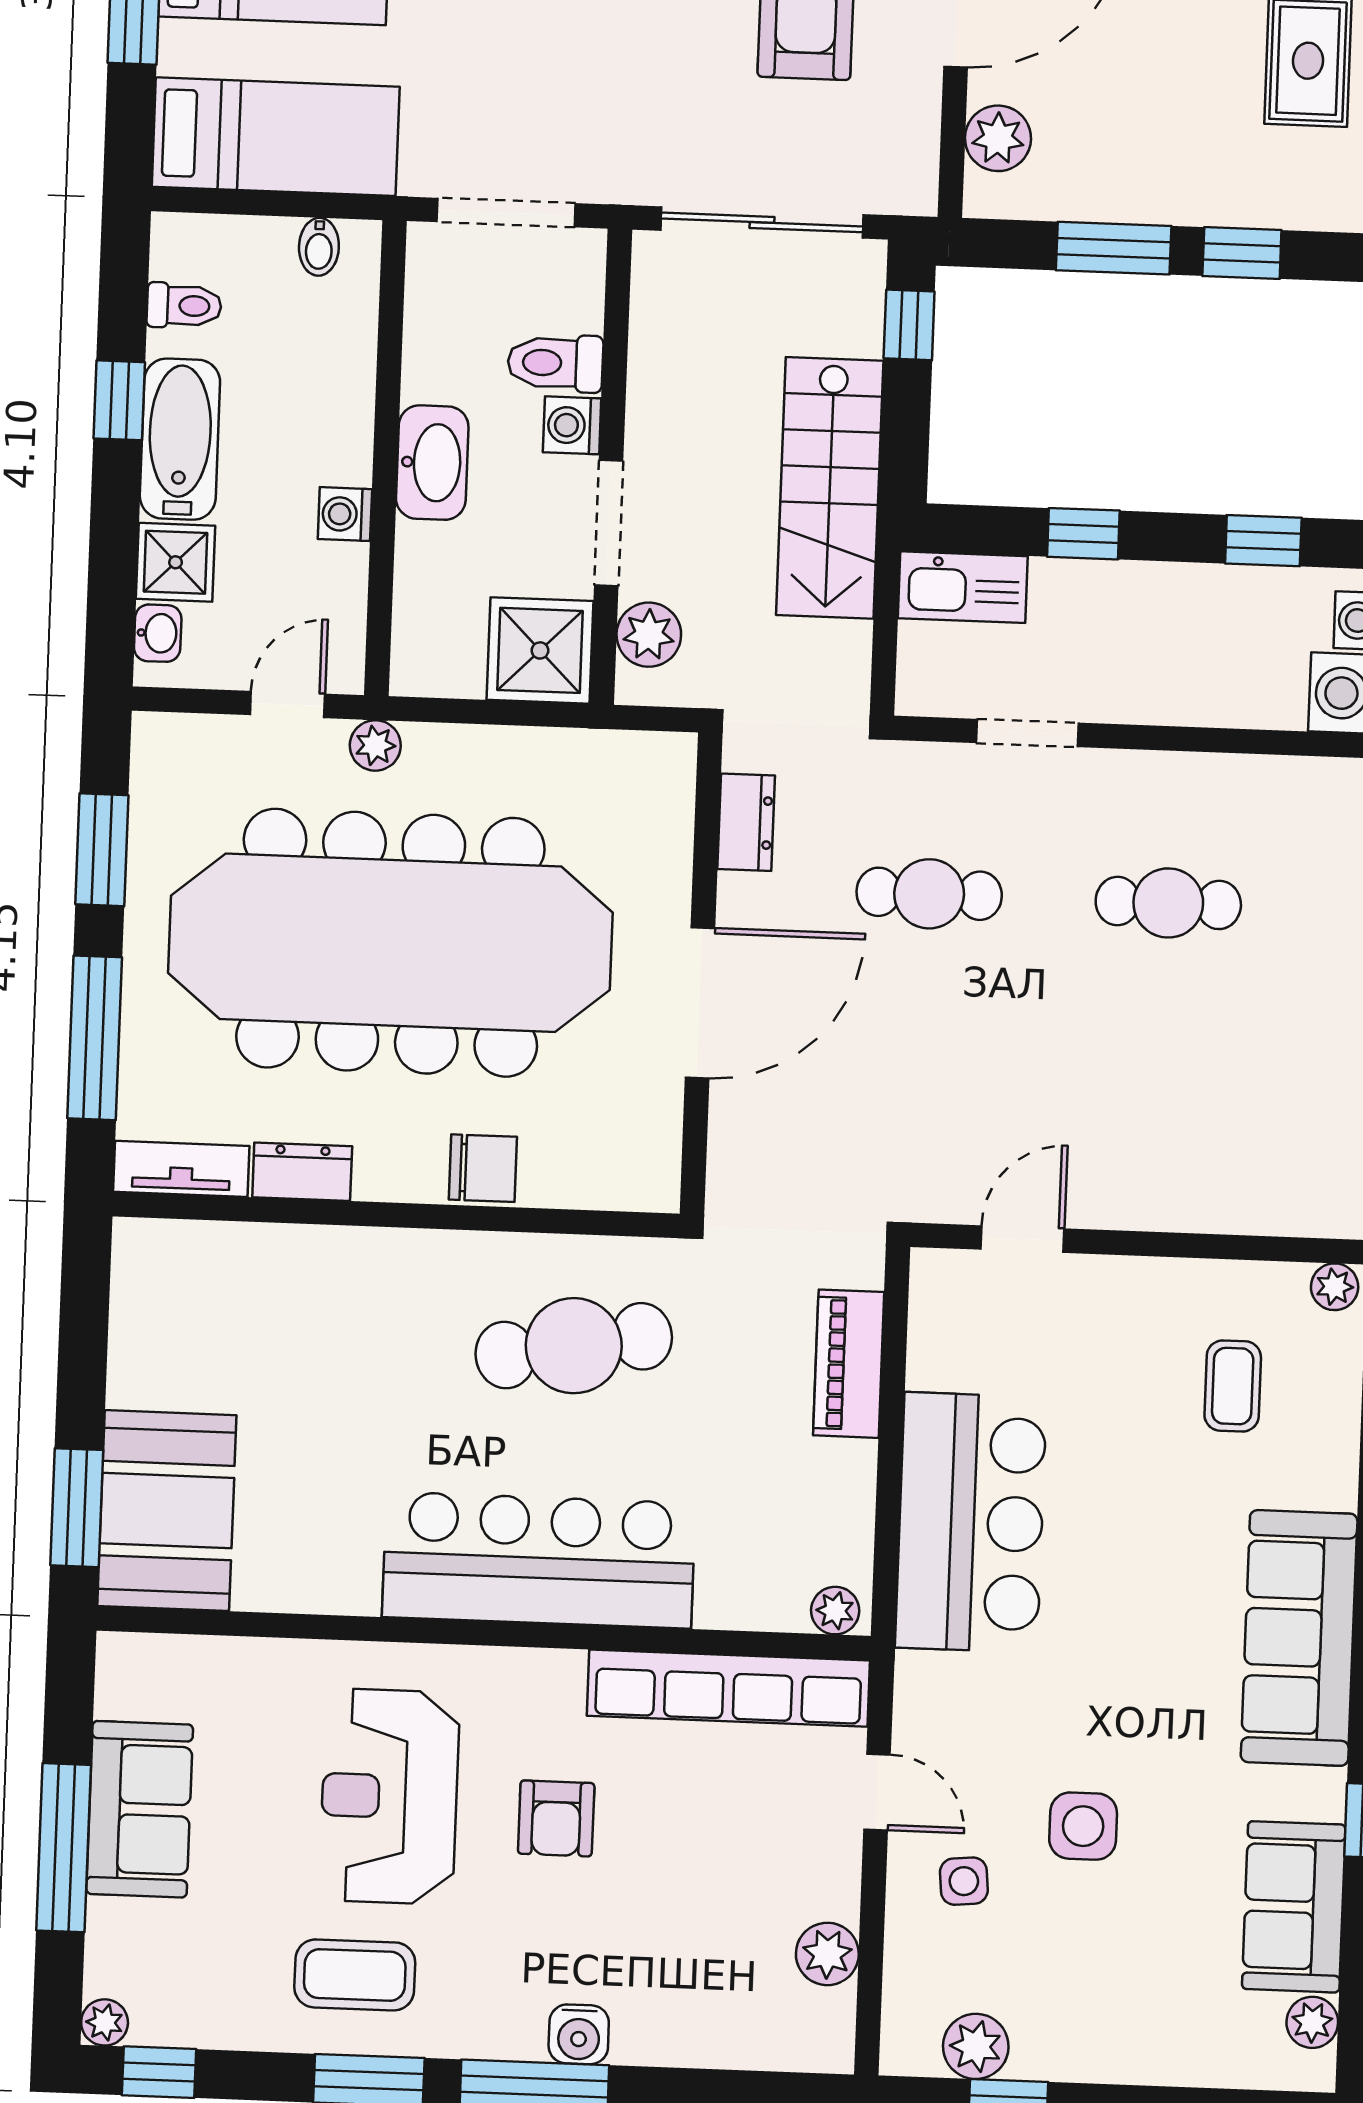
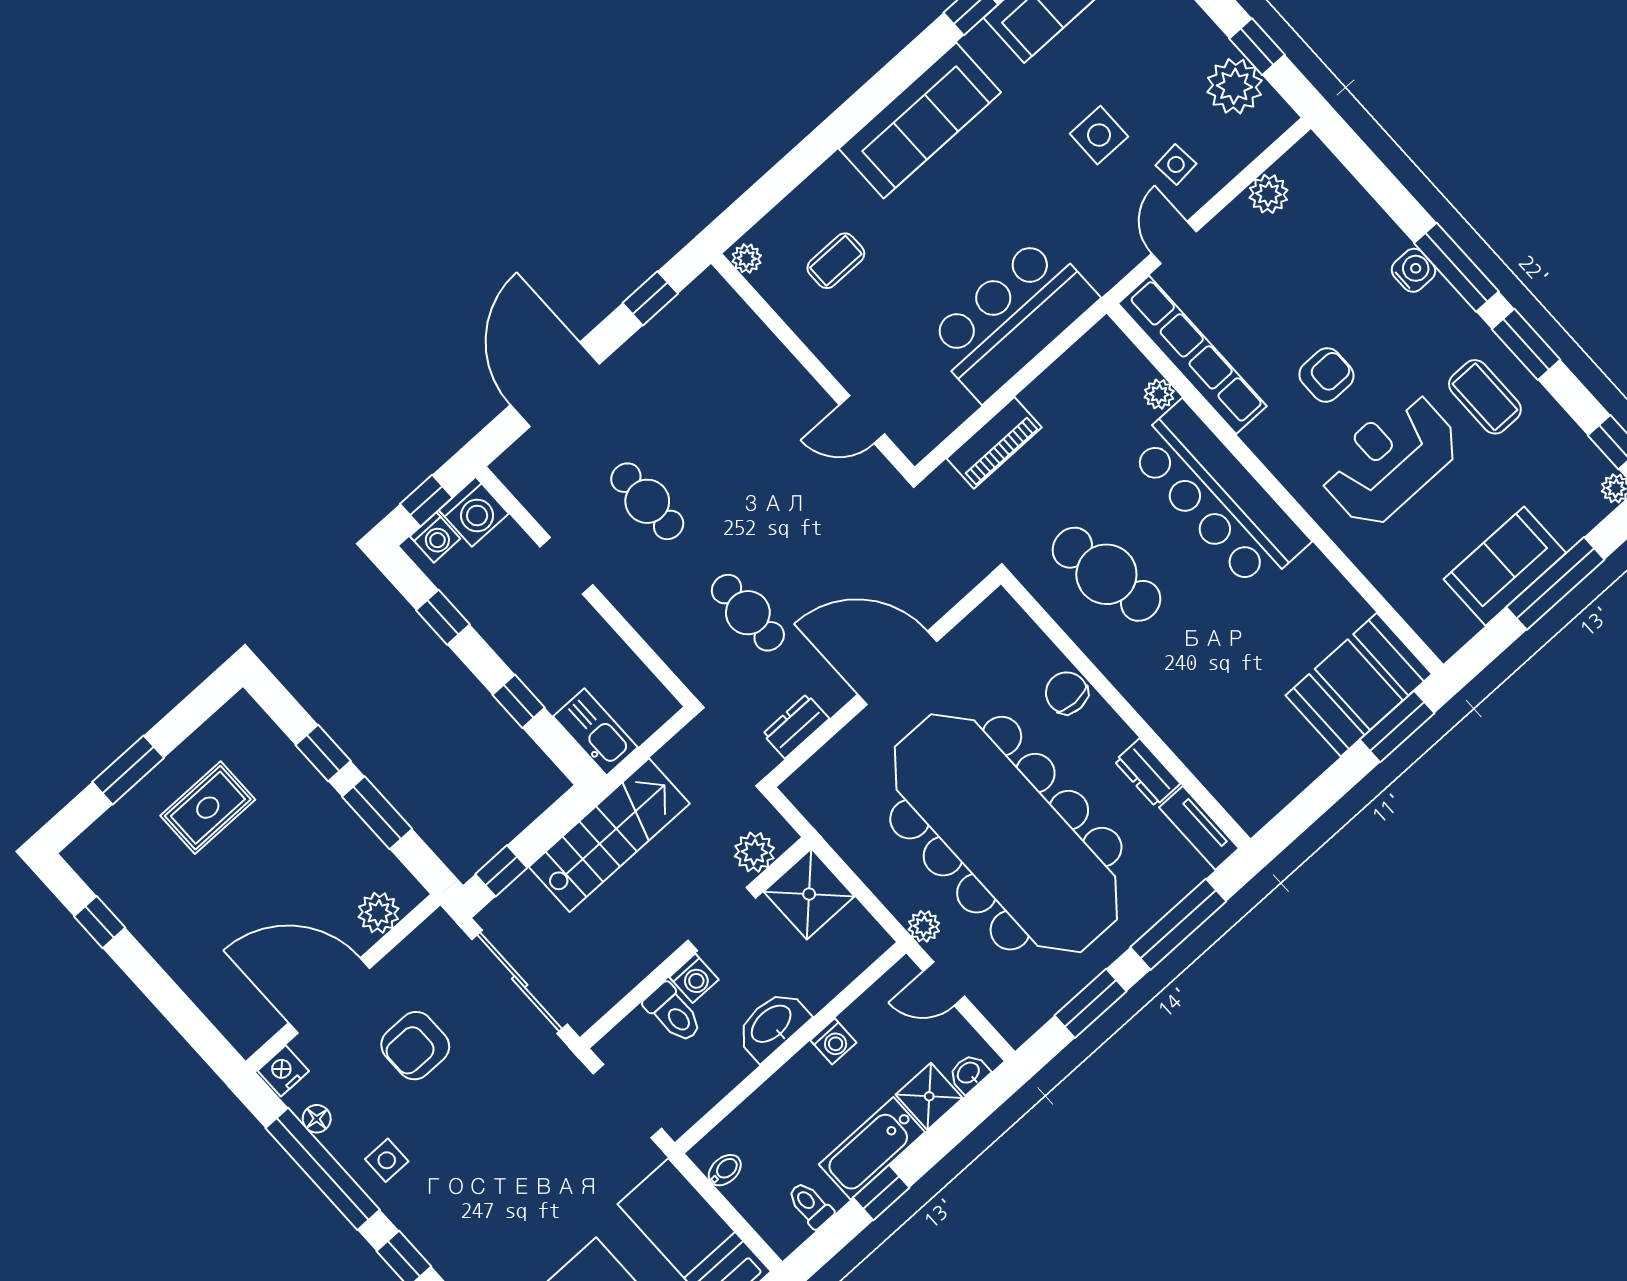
doorway: (1027, 733) -> (566, 566), moved
plant: (835, 1611) -> (1159, 394), moved
reception desk: (389, 1796) -> (1390, 460), turned 180
plant: (976, 2046) -> (1234, 86), width x1.36, depth x1.36

